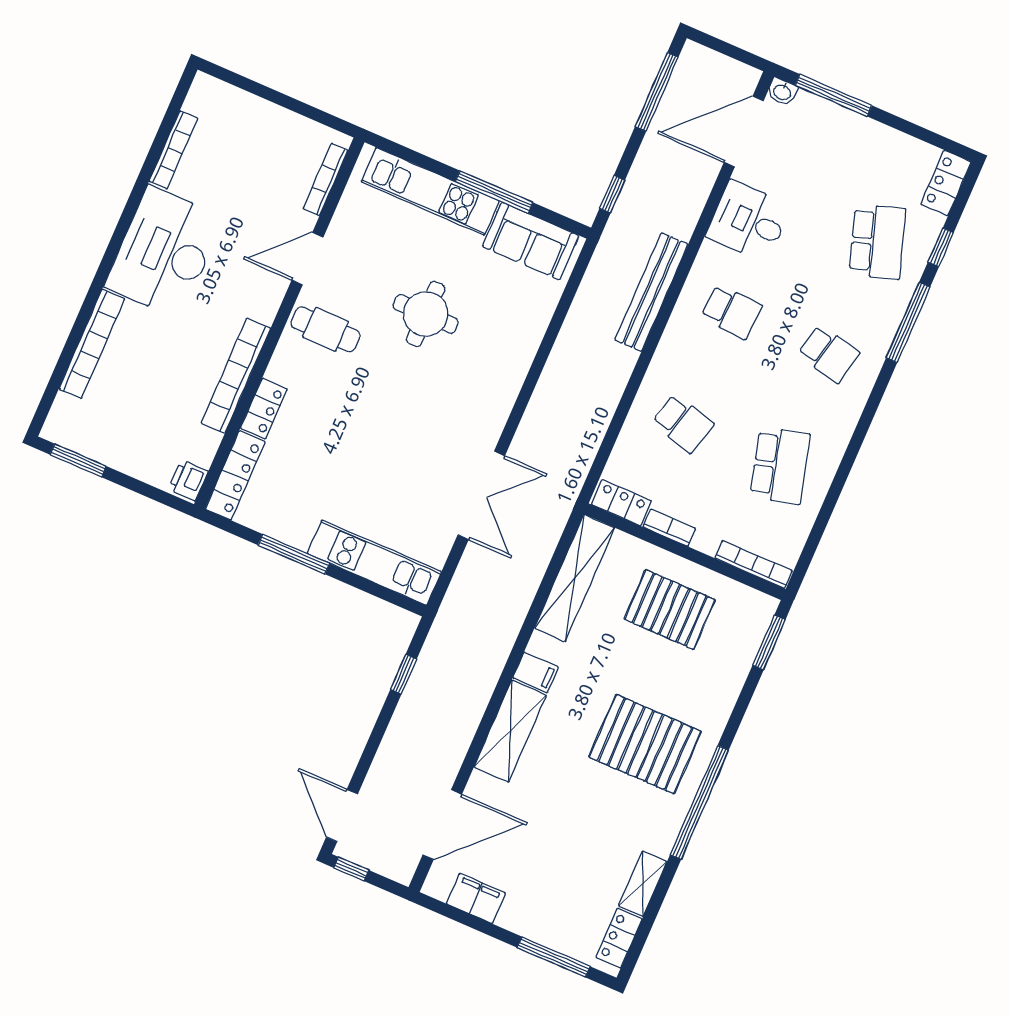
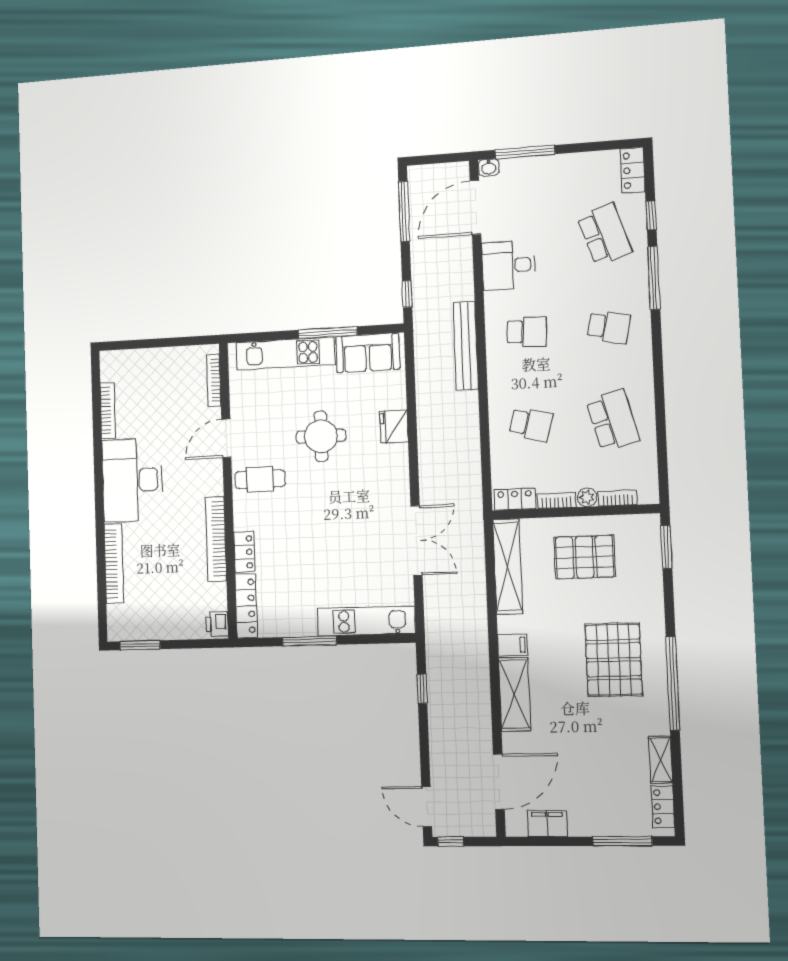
fridge: (520, 346) -> (394, 427), added
plant: (706, 541) -> (587, 497), added
bookcase: (754, 564) -> (618, 498), width x0.64
pallet: (645, 744) -> (614, 660), turned 90

